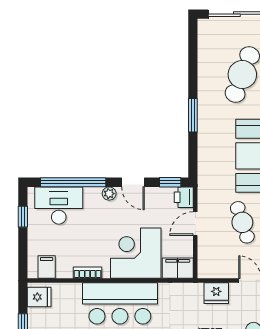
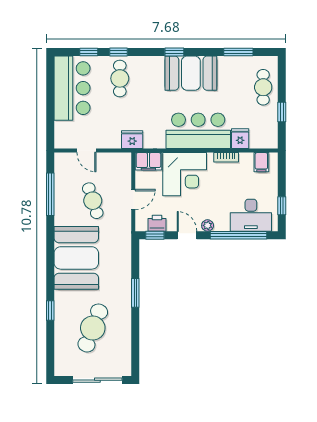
printer: (184, 197) -> (157, 223), moved, turned -90
fridge: (216, 293) -> (132, 140), moved
fridge: (39, 297) -> (240, 139), moved, turned 90

